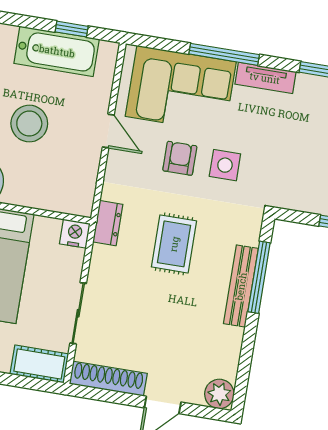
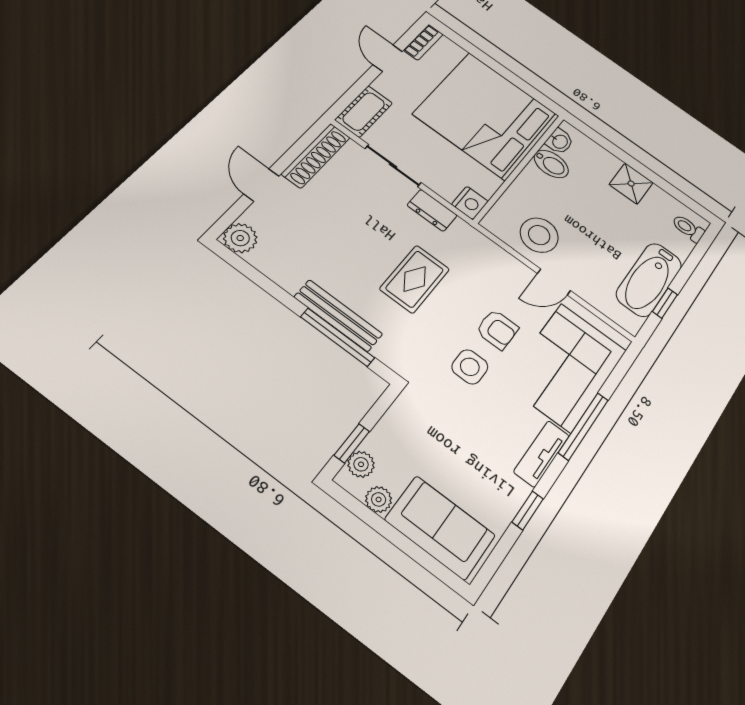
stool: (29, 124) -> (539, 235), moved
dresser: (108, 223) -> (432, 210), moved
rug: (174, 244) -> (415, 279), turned 90

